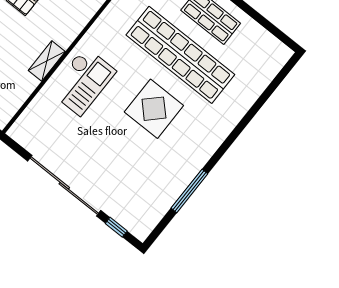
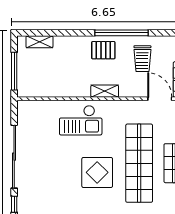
shelving: (47, 61) -> (105, 91), moved

